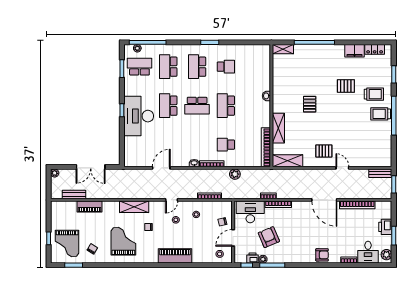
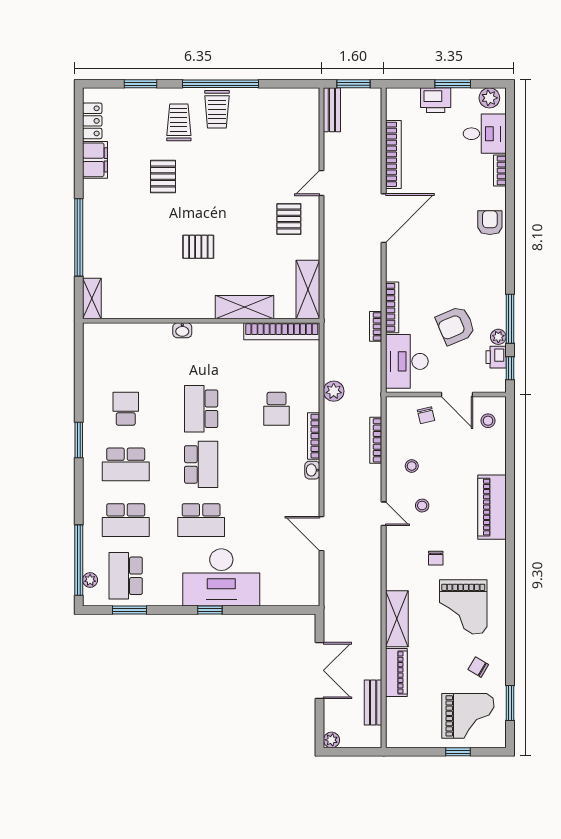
school desk: (226, 106) -> (201, 409), turned 90
shelving: (134, 207) -> (397, 619), moved
grand piano: (123, 241) -> (463, 607), turned -90

